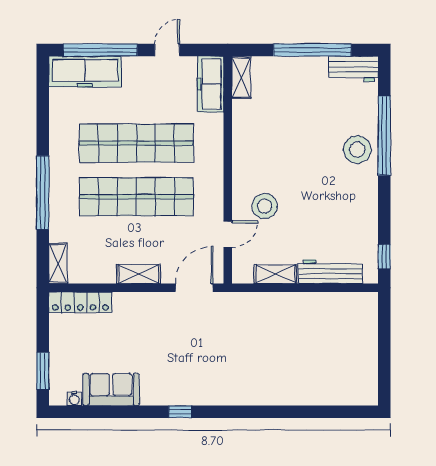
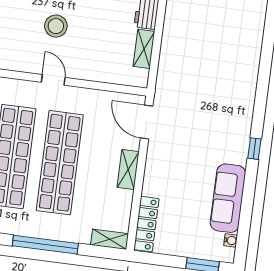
stool: (264, 206) -> (56, 26), moved
door: (228, 234) -> (53, 80), moved
sofa: (111, 389) -> (228, 198), width x1.36

